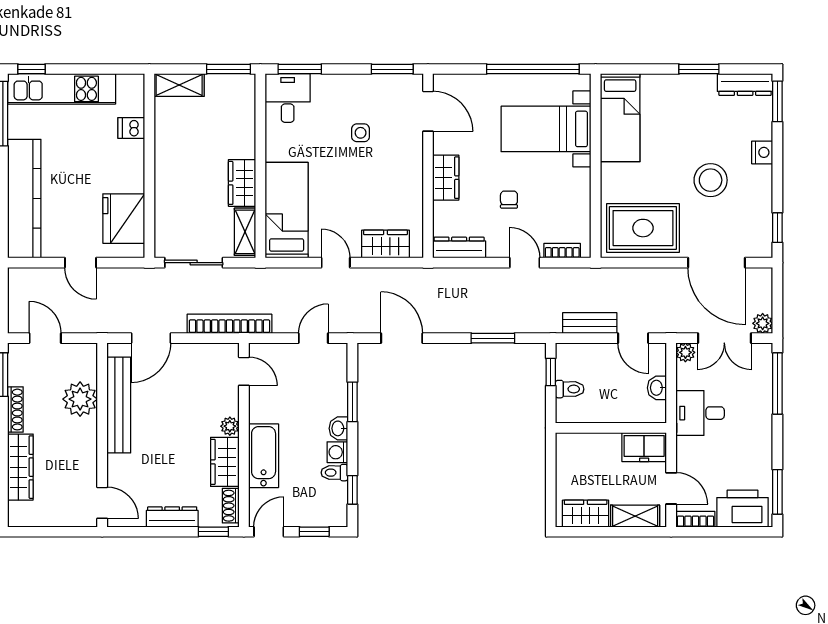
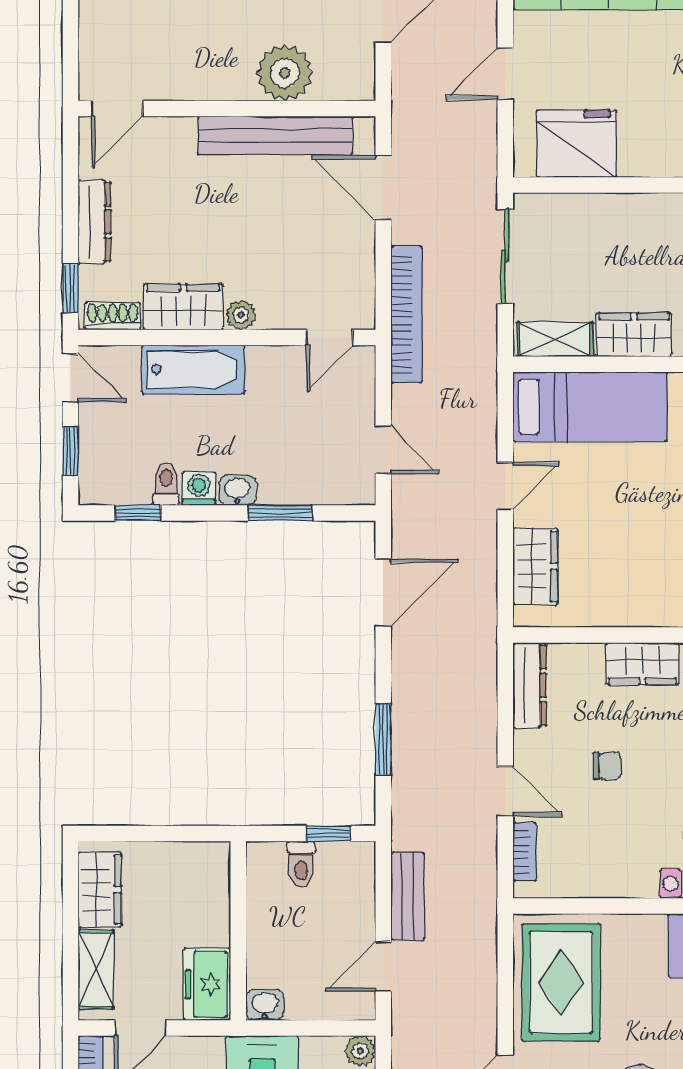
door: (525, 263) -> (505, 791), hinge flipped
washbasin: (657, 388) -> (265, 1005), moved

